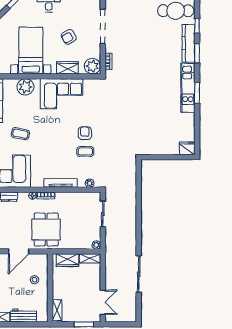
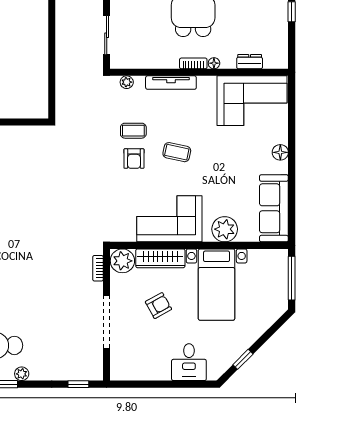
wardrobe: (68, 68) -> (160, 258), width x1.50
coffee table: (20, 134) -> (177, 152), moved

